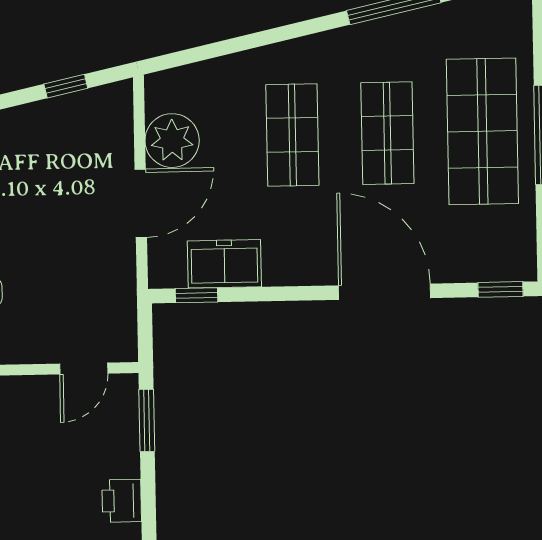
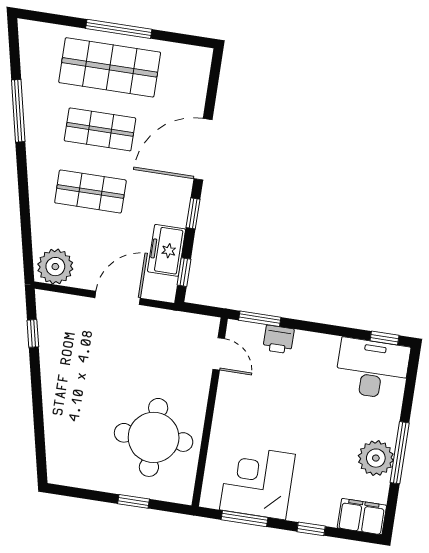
plant: (172, 141) -> (55, 267), moved
door: (141, 203) -> (118, 298), hinge flipped
window: (500, 289) -> (193, 213), moved
printer: (122, 501) -> (279, 339), moved

